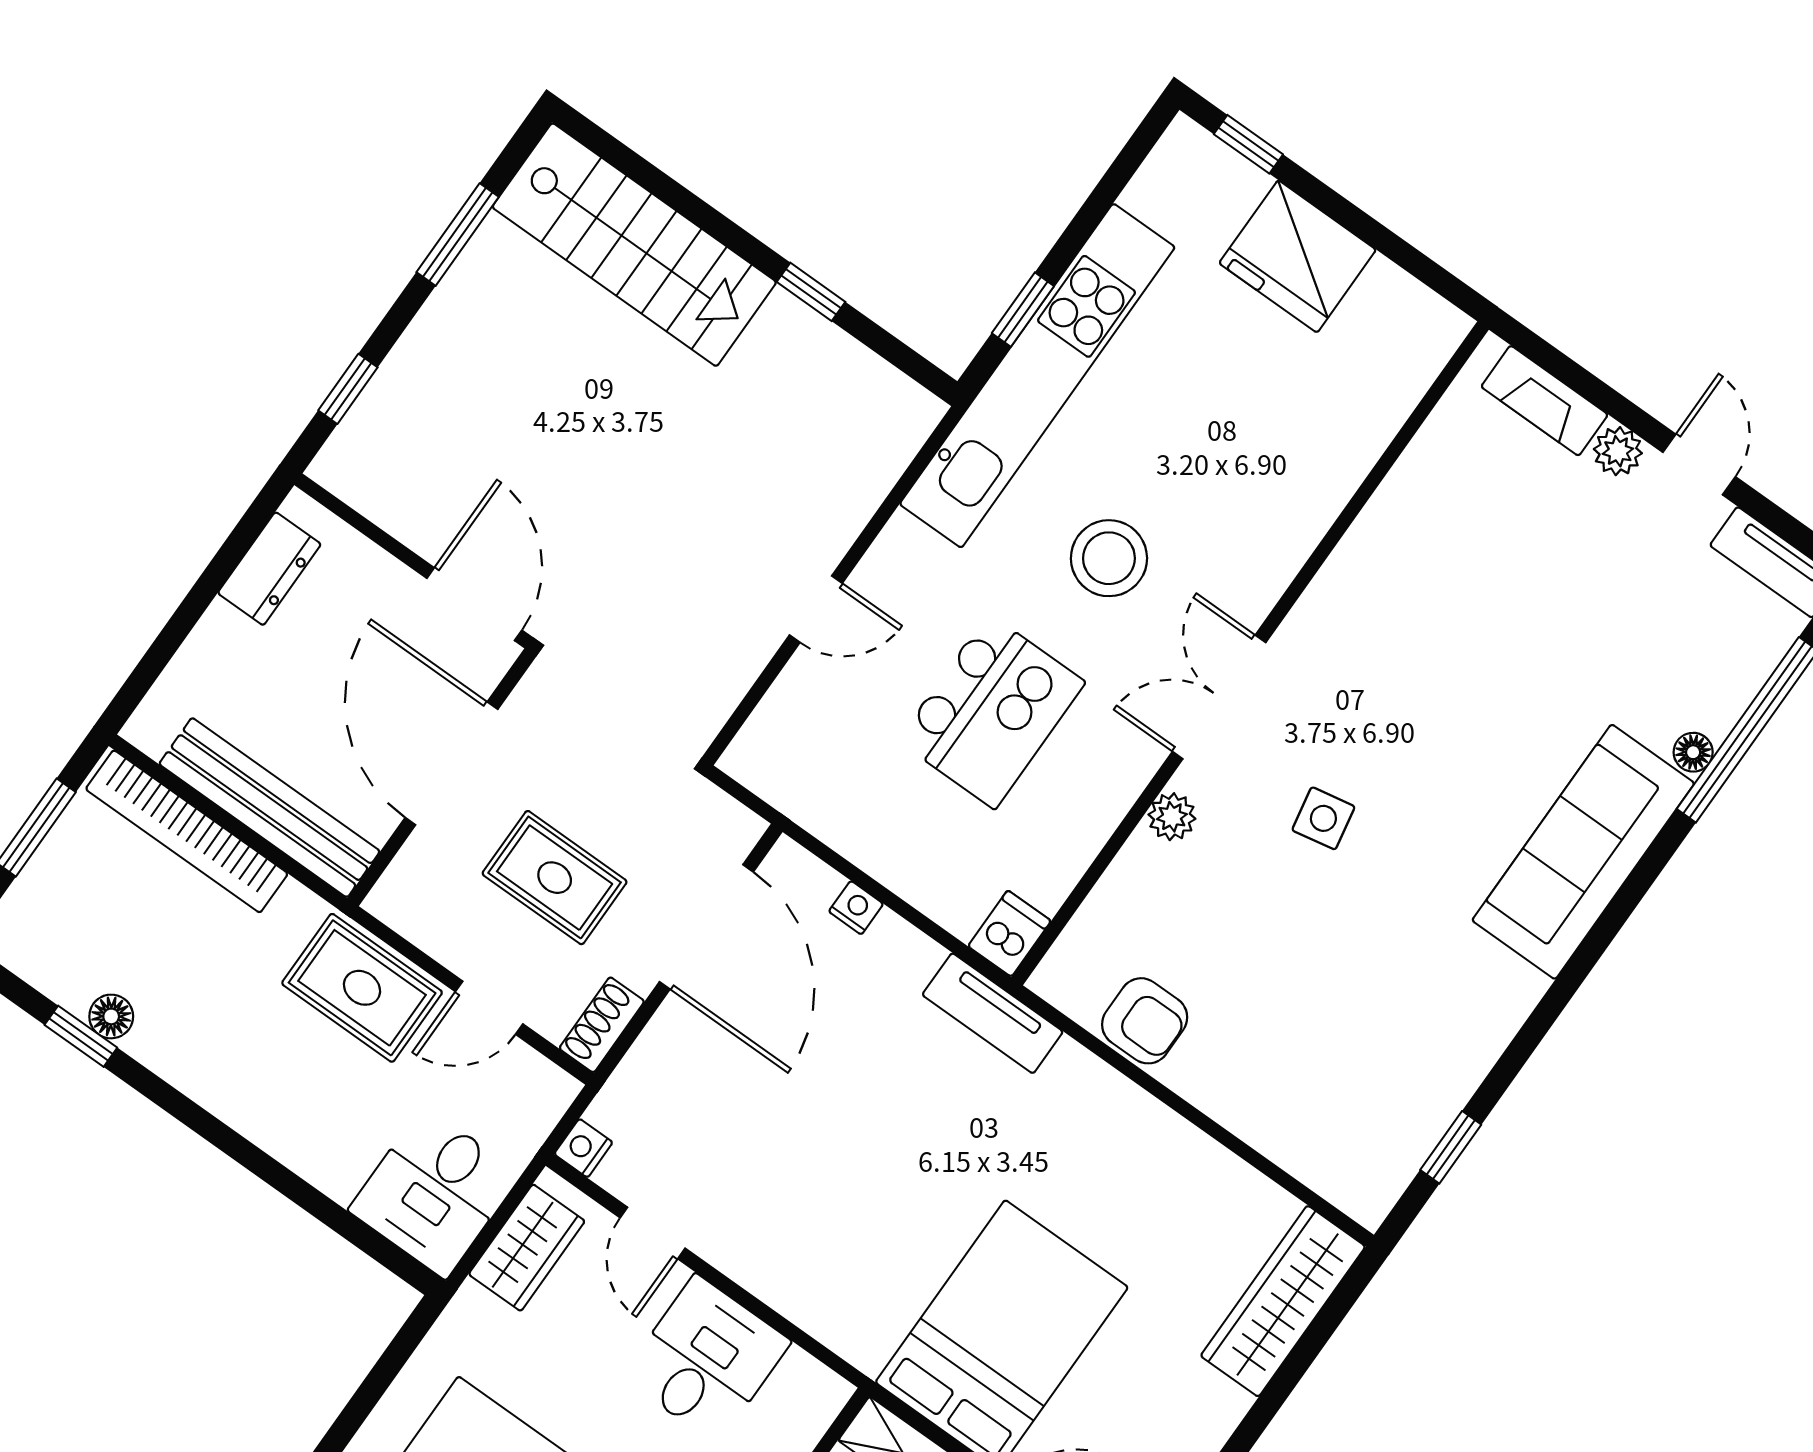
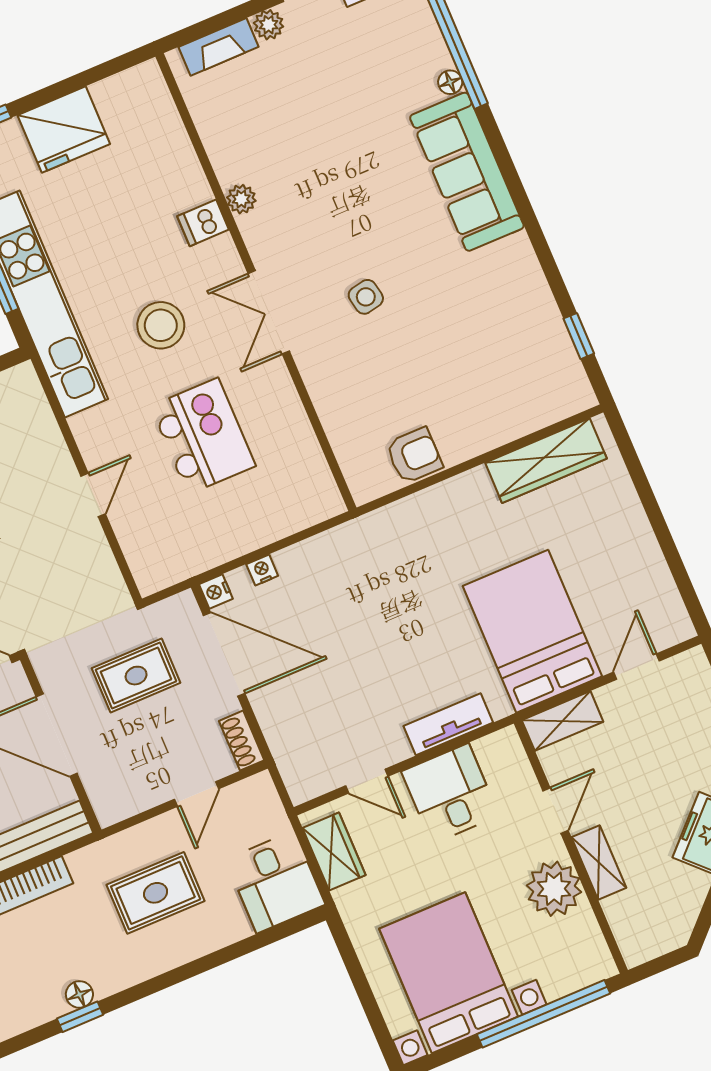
plant: (1172, 817) -> (241, 199), moved
rug: (555, 878) -> (136, 676), moved
dishwasher: (1010, 933) -> (203, 223), moved, turned -90
rug: (362, 988) -> (156, 893), moved
tv unit: (993, 1013) -> (448, 724), moved, turned 180
nightstand: (583, 1148) -> (216, 591), moved
wardrobe: (1283, 1301) -> (546, 461), moved, turned -90

